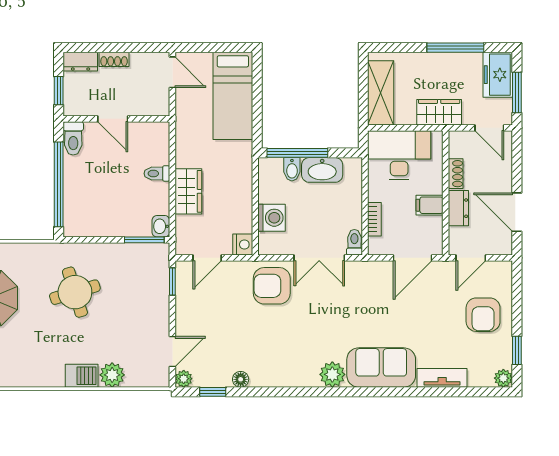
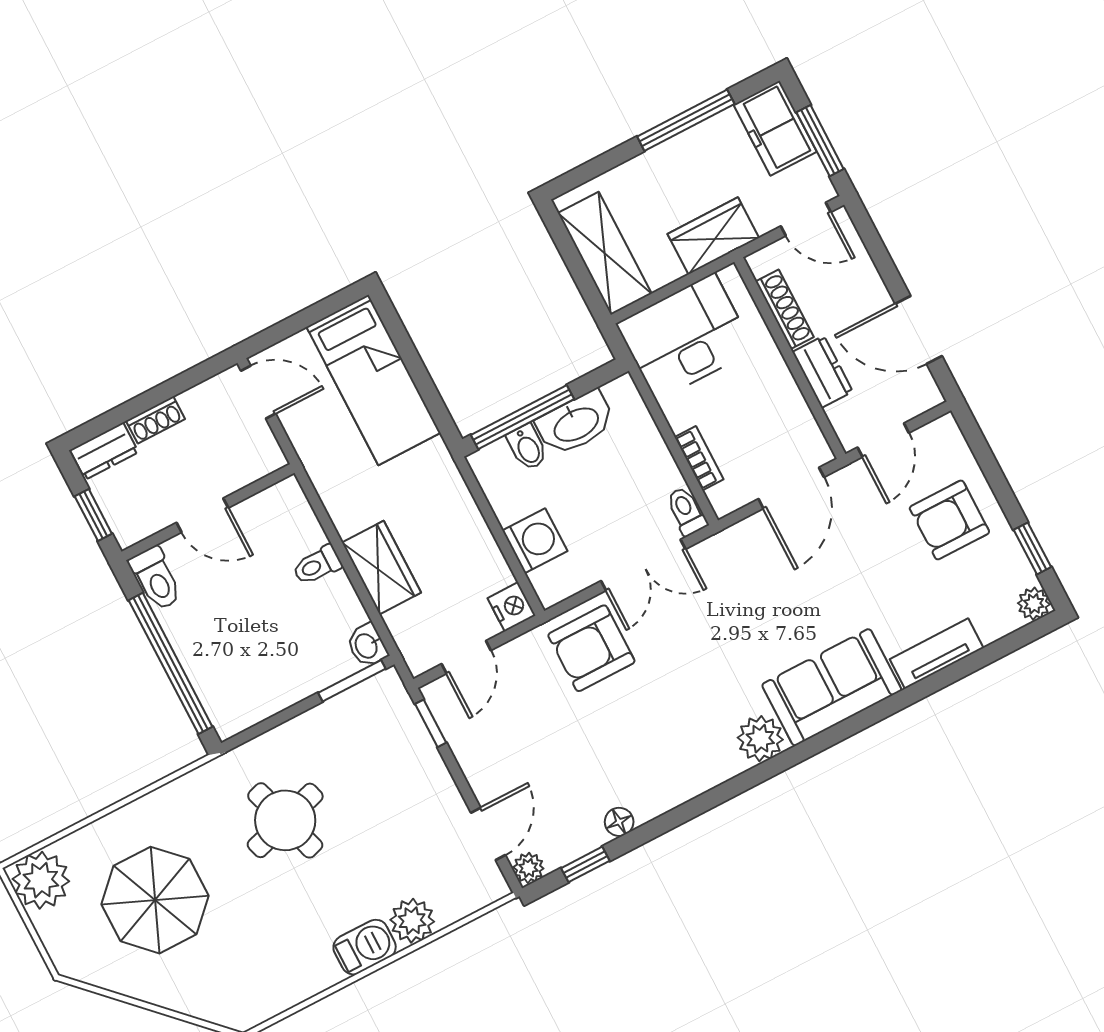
shoe rack: (456, 174) -> (785, 309), width x1.43
filing cabinet: (430, 205) -> (775, 391), removed
armchair: (483, 315) -> (949, 520), turned 90

